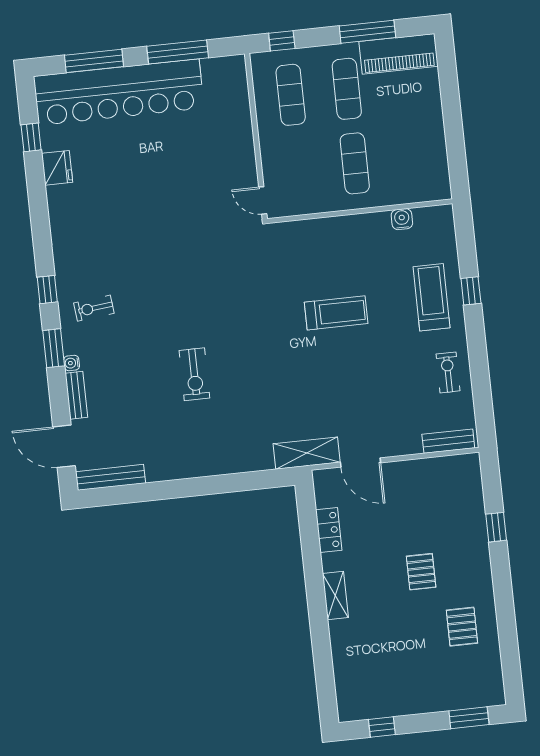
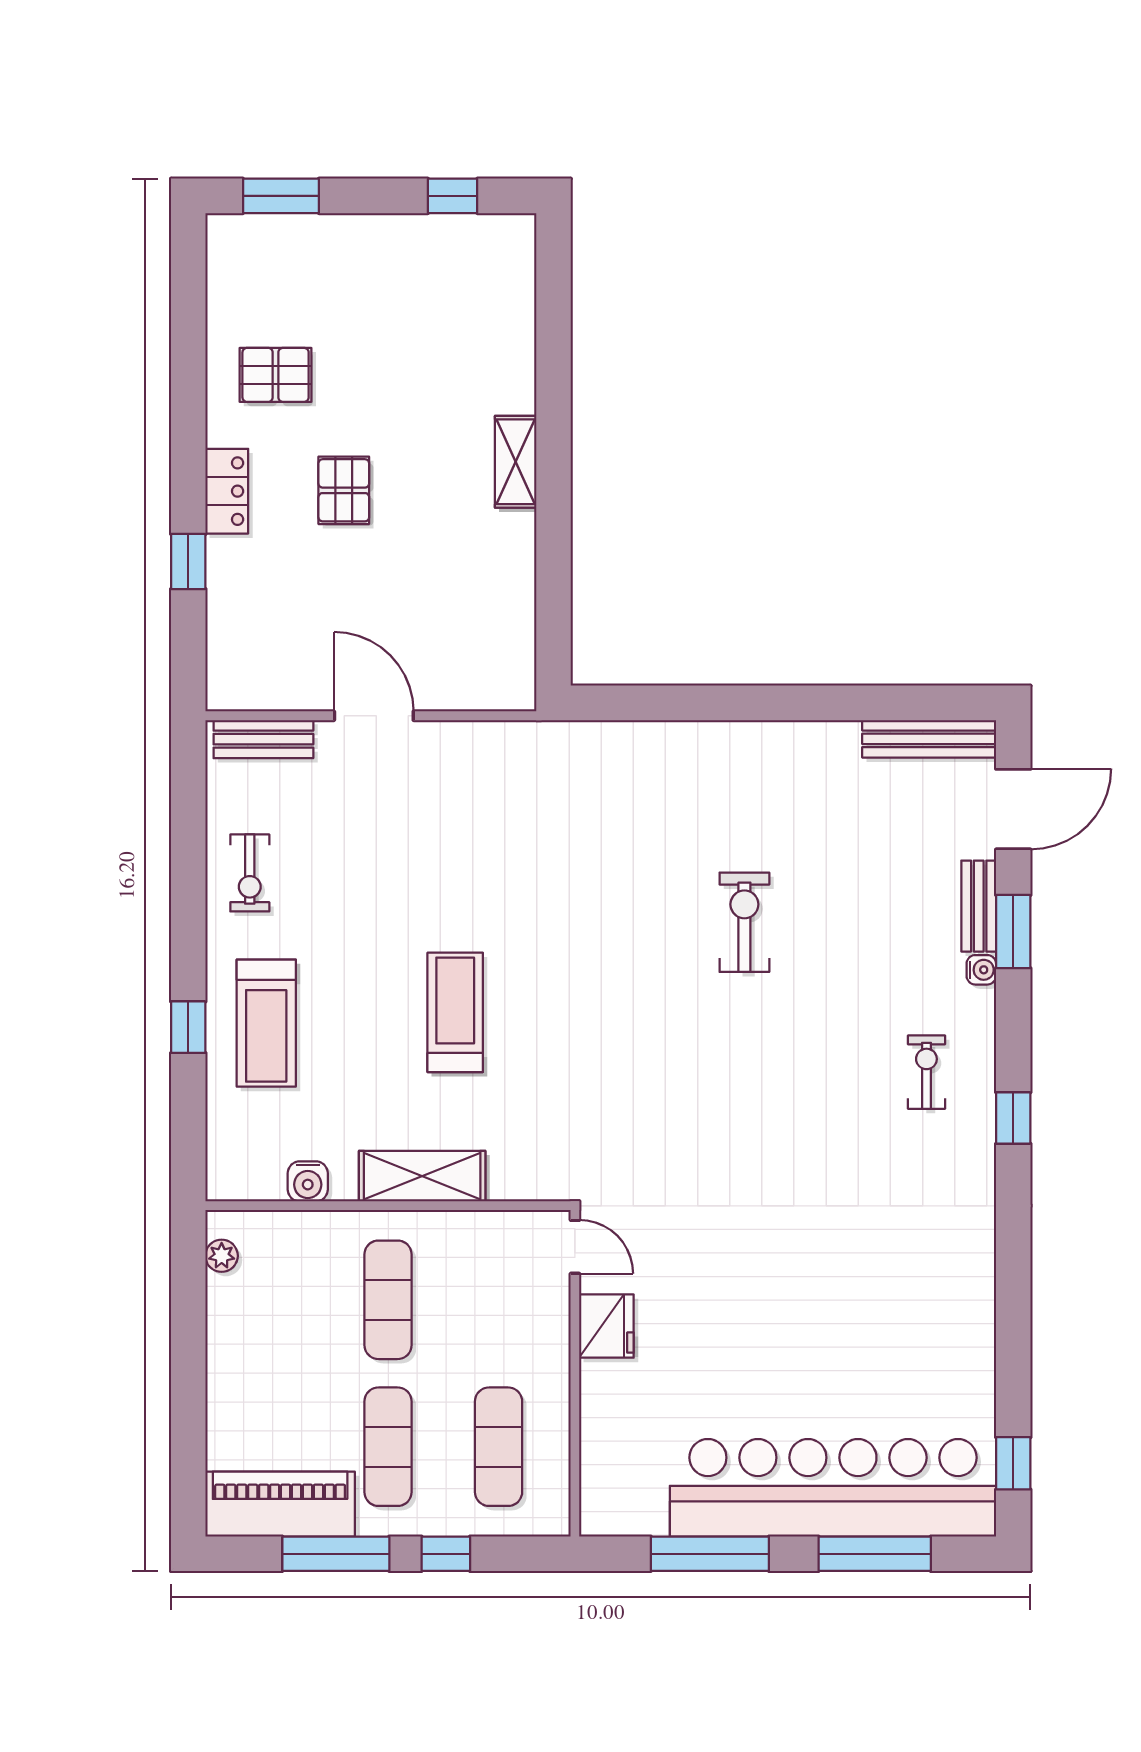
window: (282, 41) -> (446, 1554), moved
window: (31, 137) -> (1013, 1463), moved
fridge: (57, 168) -> (606, 1326), moved, turned 180
plant: (442, 177) -> (222, 1256), added
exercise bike: (94, 308) -> (926, 1072), turned -84
treadmill: (336, 313) -> (455, 1012), turned 90
window: (54, 348) -> (1013, 932), moved
door: (64, 446) -> (1013, 809), hinge flipped
shelving: (307, 453) -> (422, 1176), moved
door: (360, 462) -> (374, 716), moved
locker: (329, 530) -> (227, 491), moved, turned 180
pallet: (462, 627) -> (276, 375), turned 90

